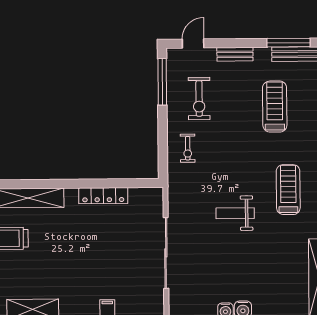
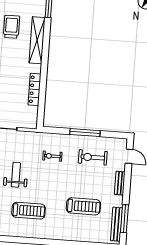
window: (162, 82) -> (85, 133), moved
exercise bike: (188, 148) -> (52, 156), moved

